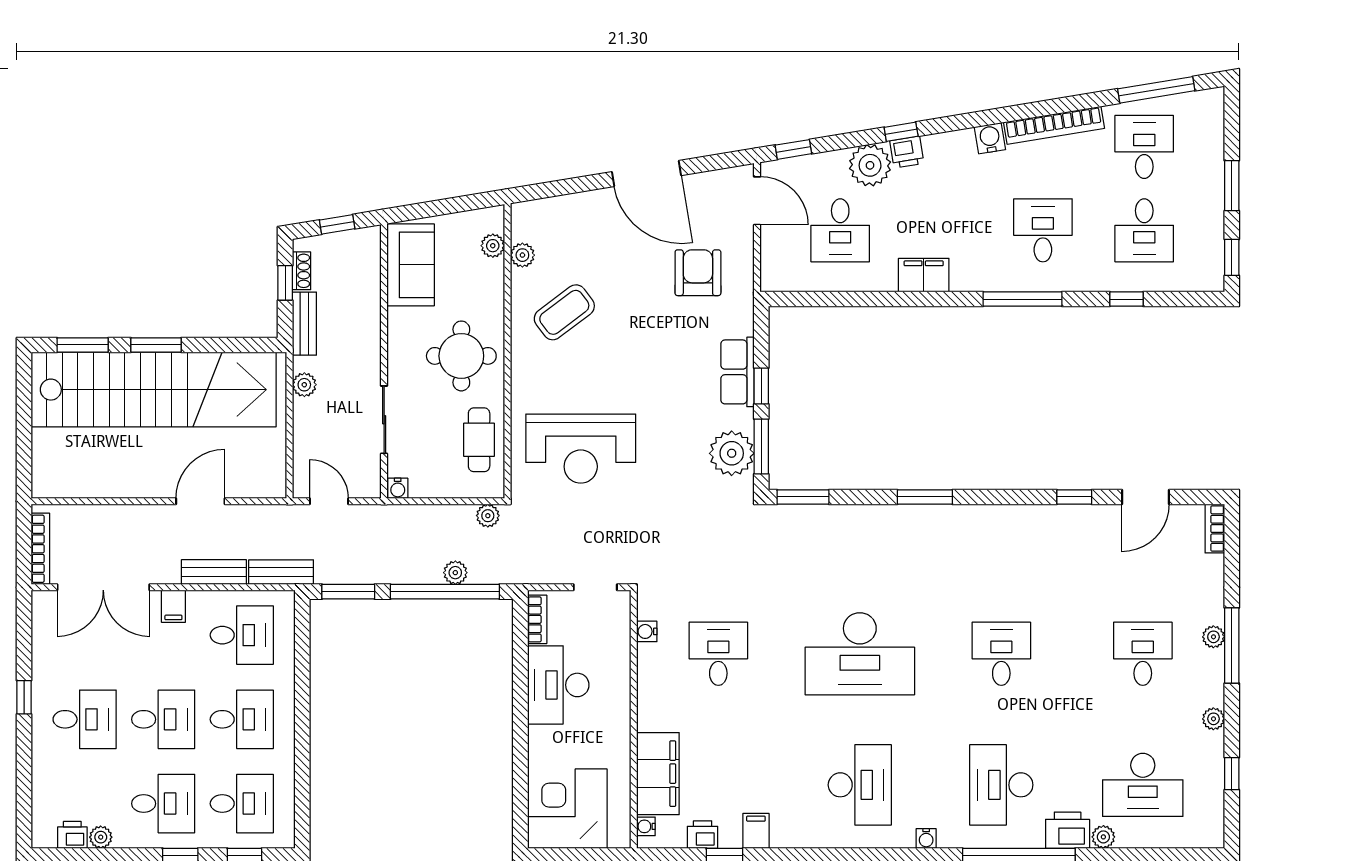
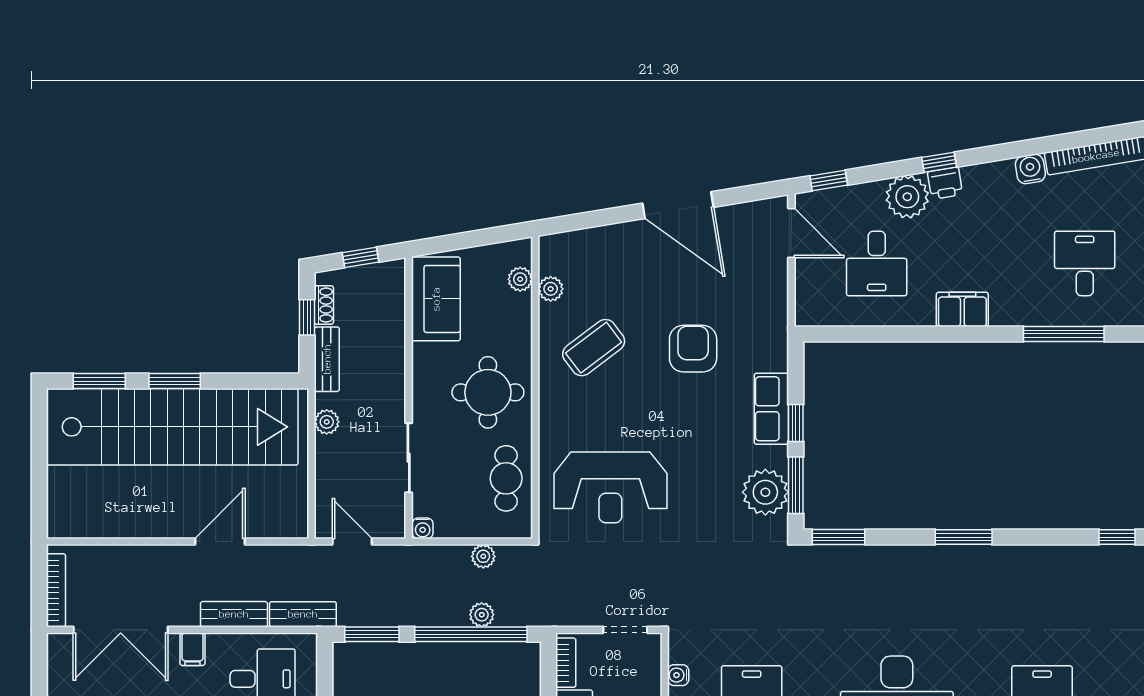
armchair: (698, 273) -> (693, 349), moved
plant: (488, 516) -> (483, 556), moved

